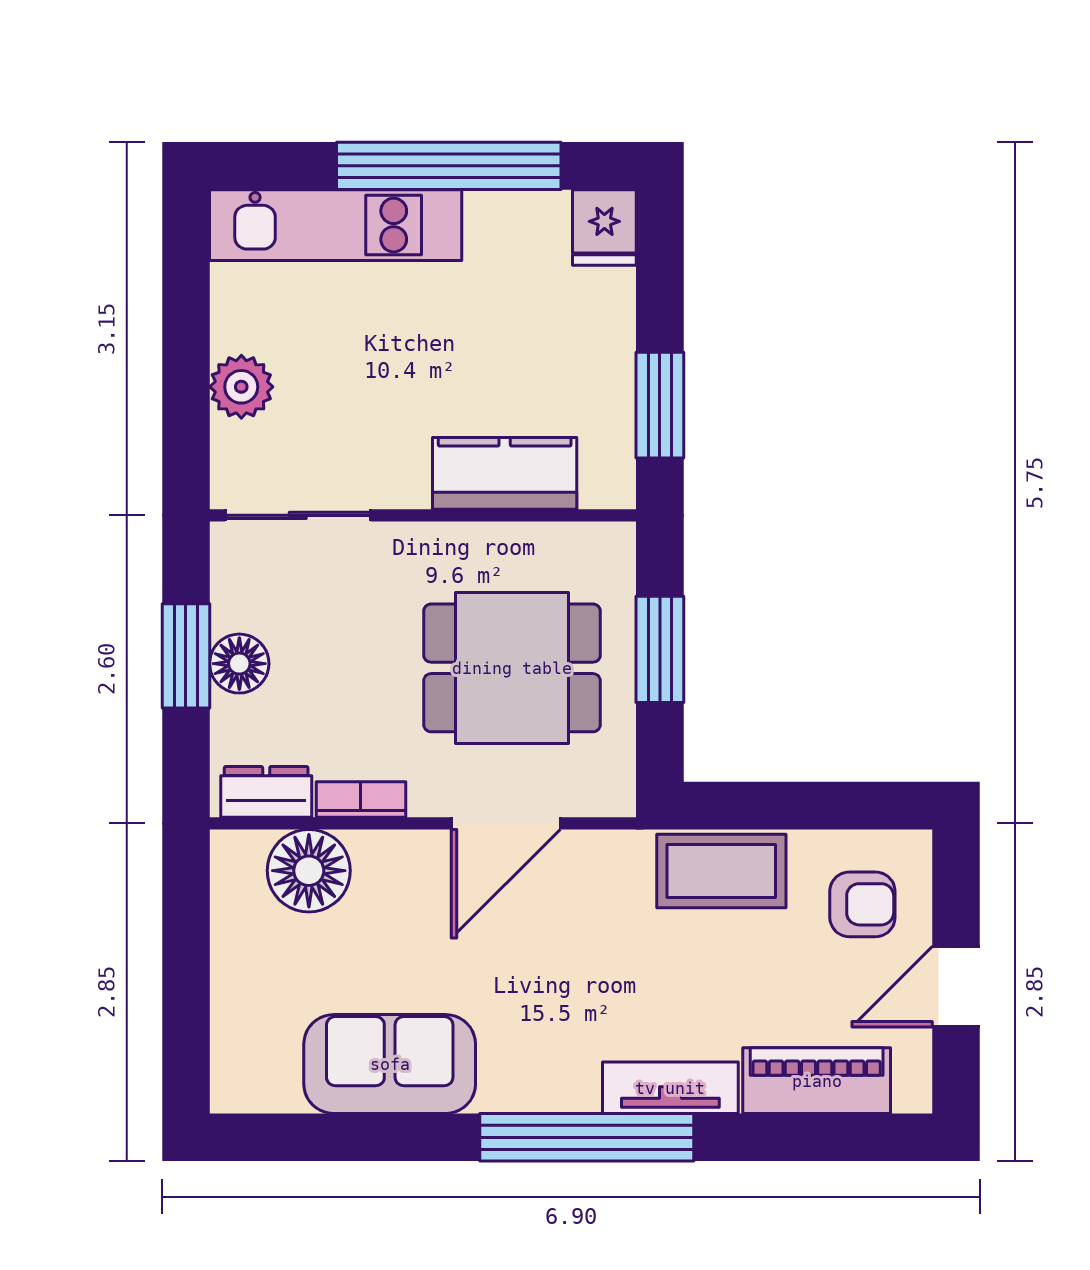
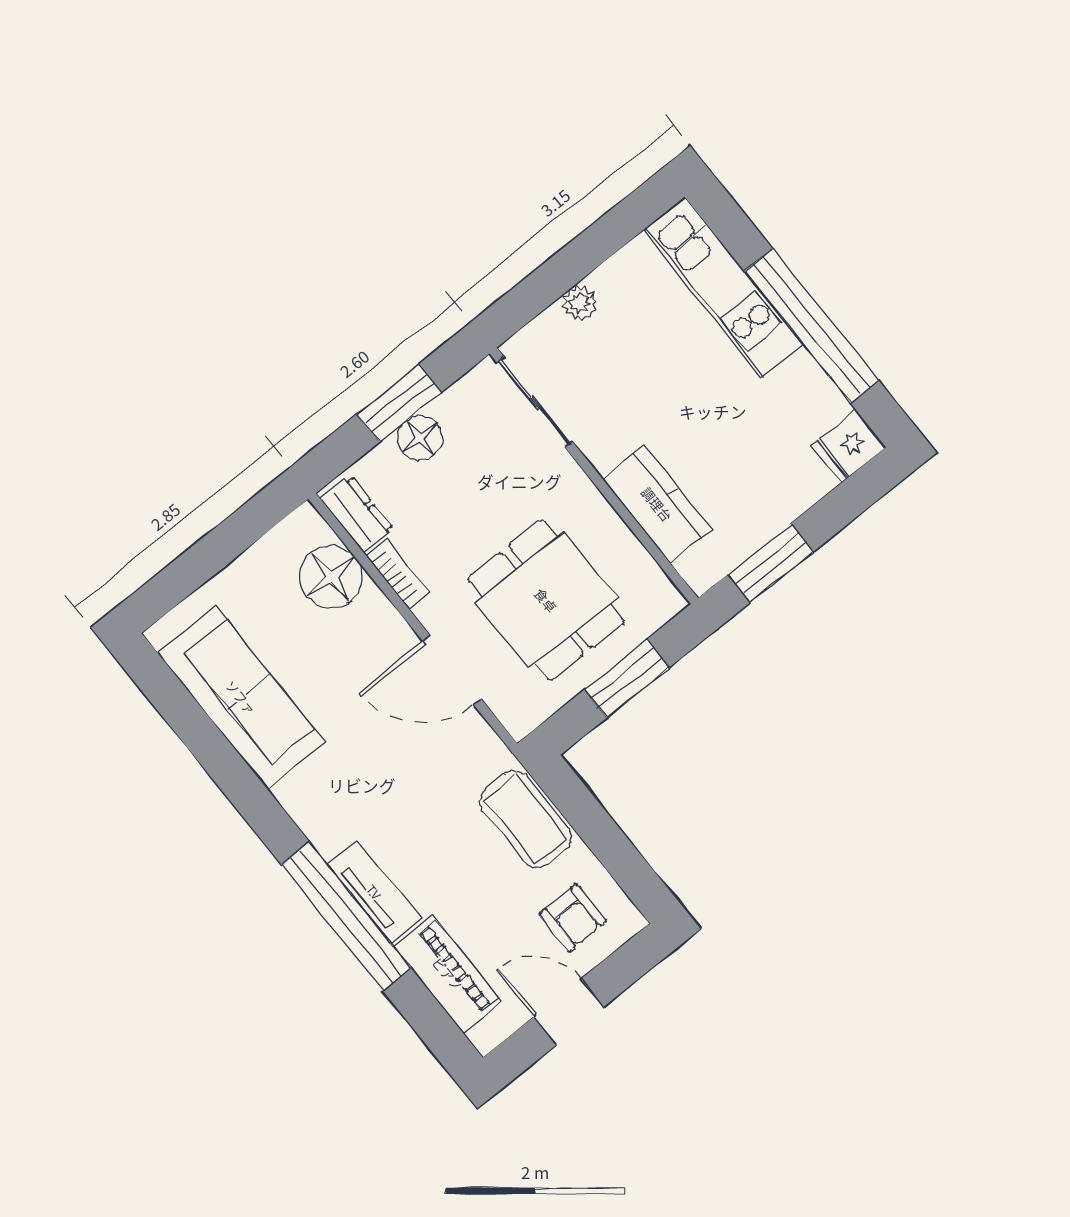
plant: (241, 387) -> (579, 303), width x0.73, depth x0.73
sofa: (390, 1064) -> (241, 697), width x1.36
window: (587, 1137) -> (346, 916), moved

